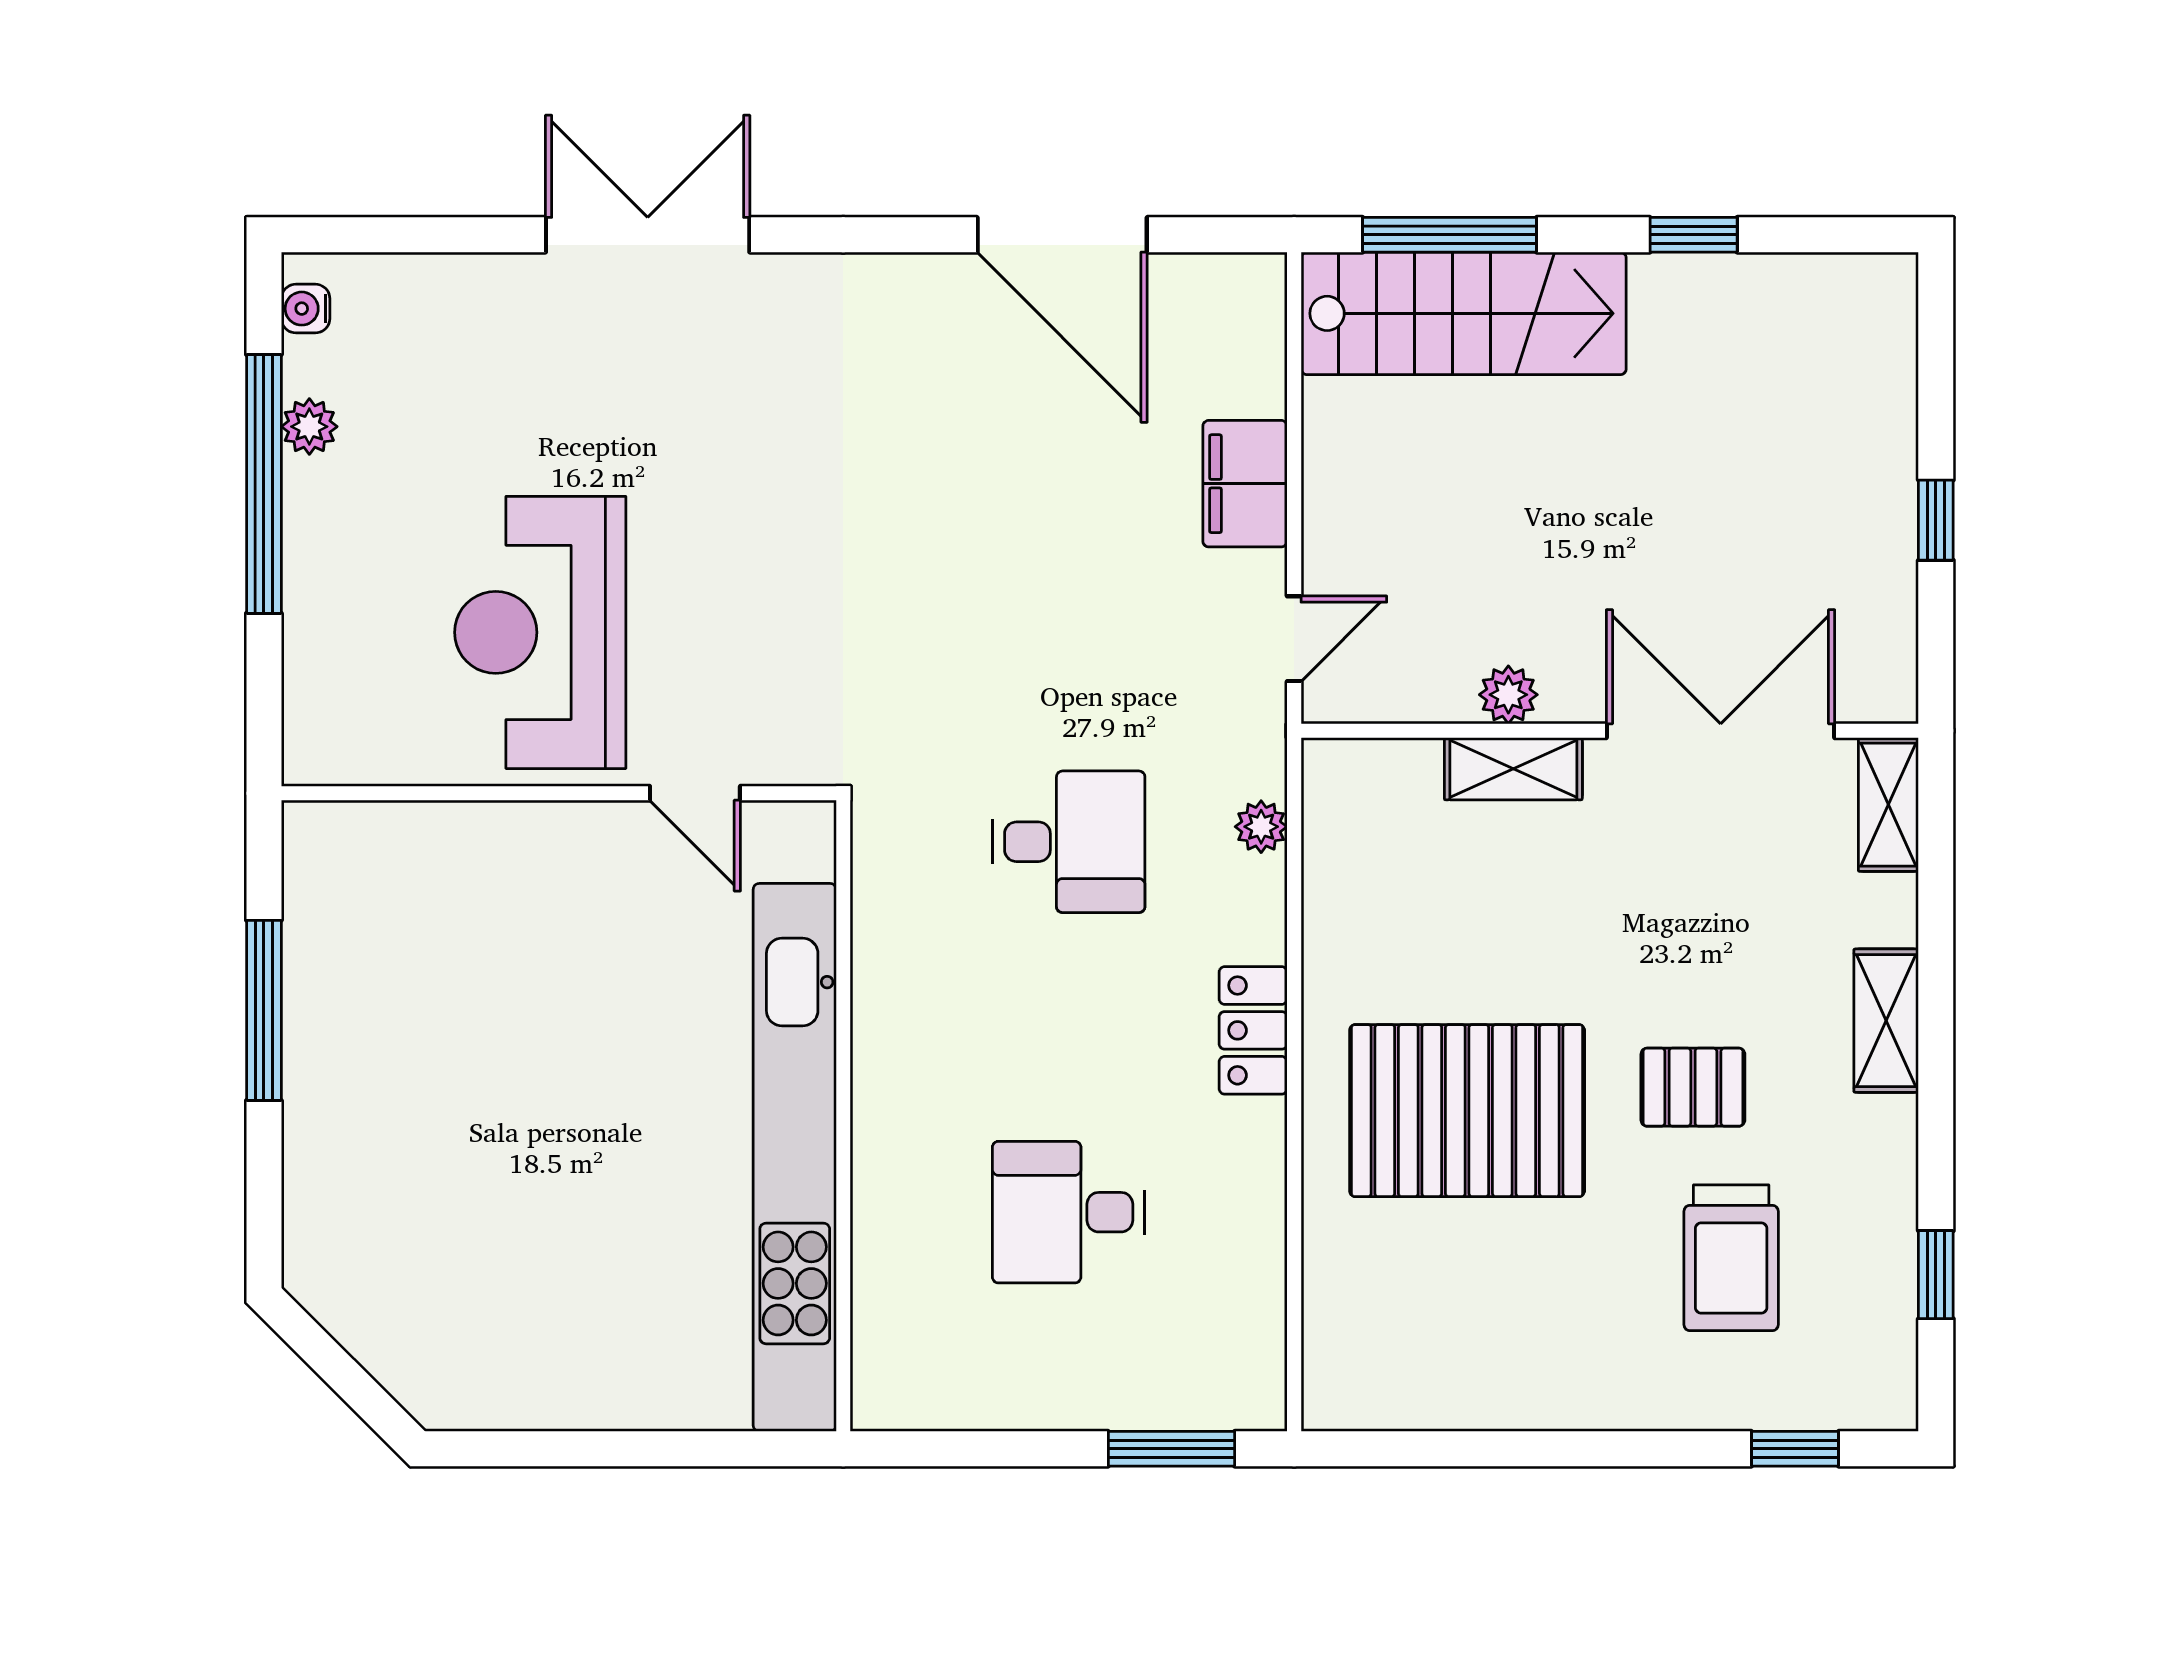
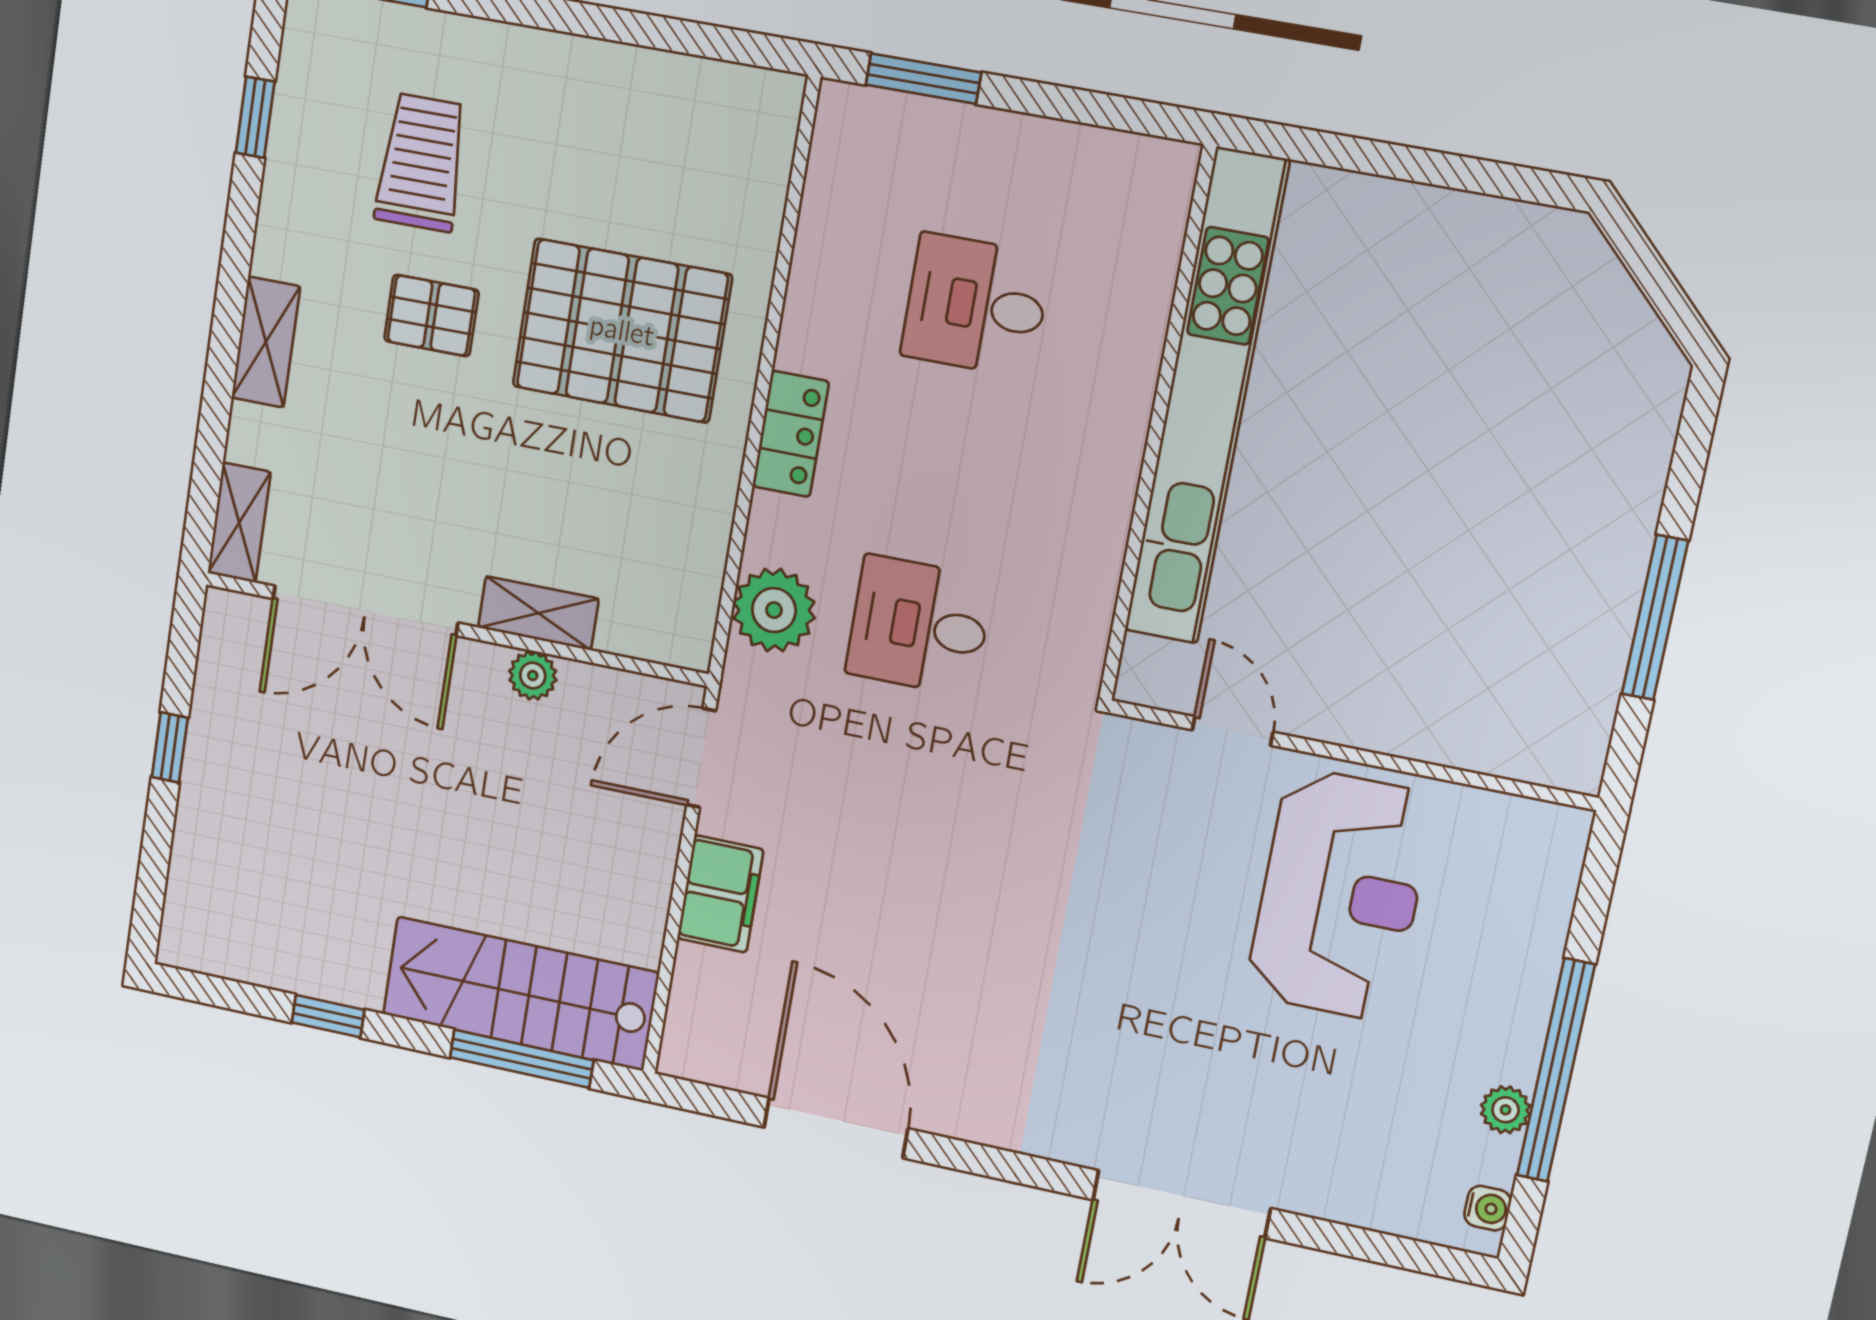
door: (1294, 639) -> (701, 758), width x1.38
plant: (1261, 827) -> (774, 610), width x1.87, depth x1.87
desk: (1069, 1212) -> (976, 305), turned 180

